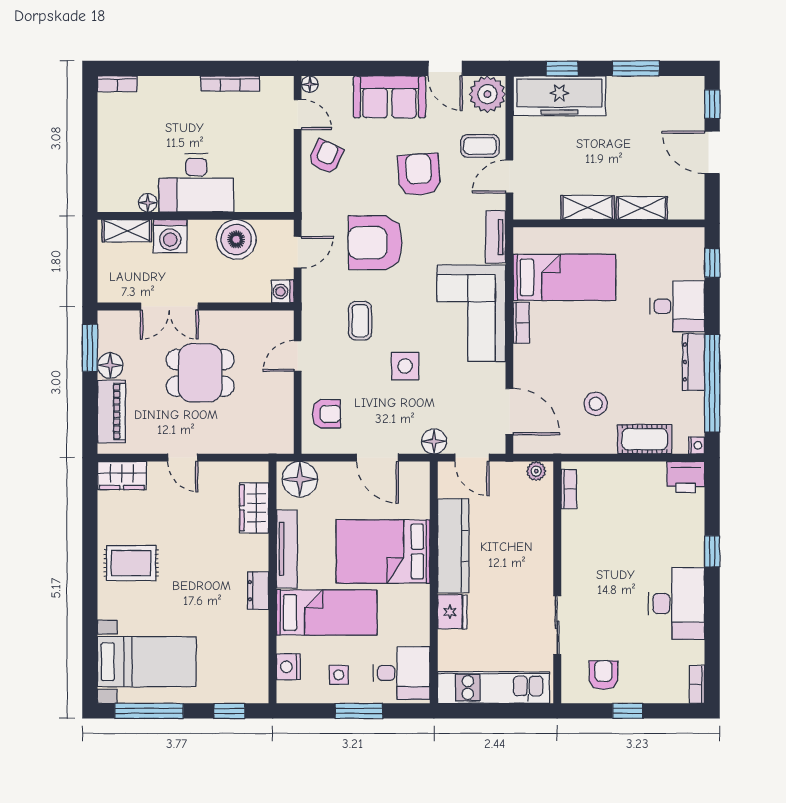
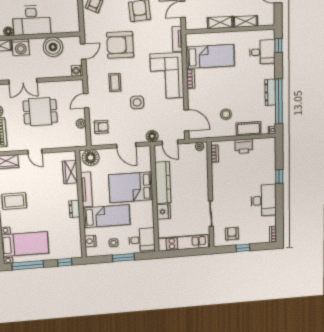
desk: (677, 306) -> (262, 52), moved
plant: (284, 404) -> (81, 124), added
printer: (686, 477) -> (244, 146), moved

